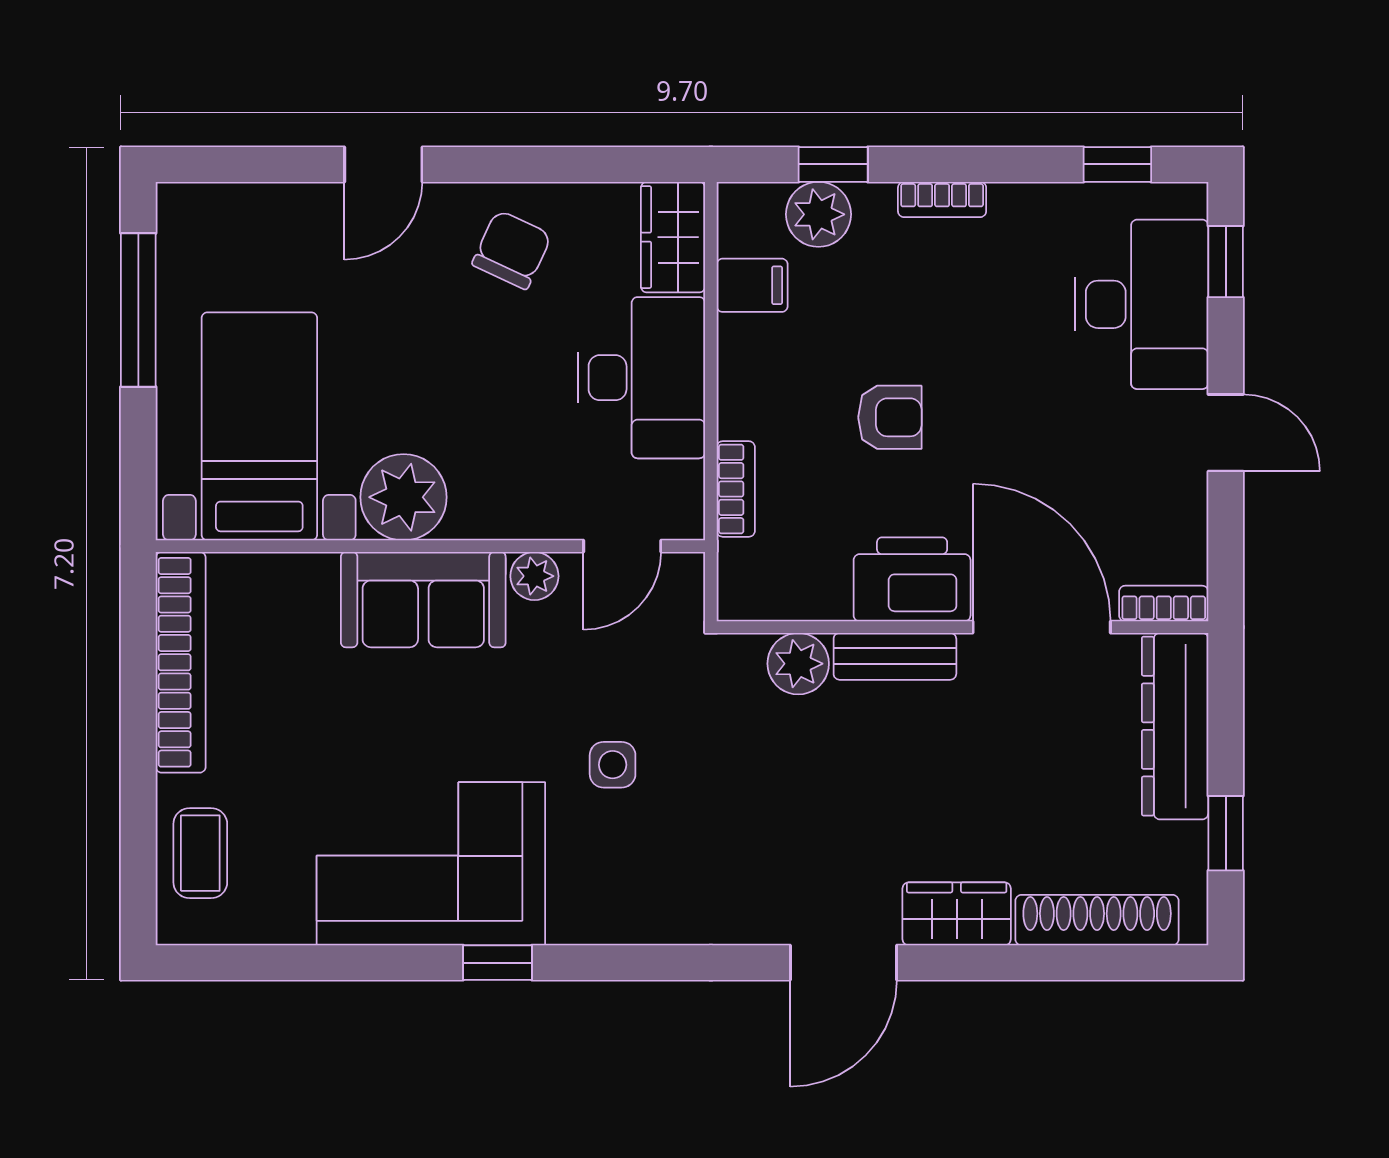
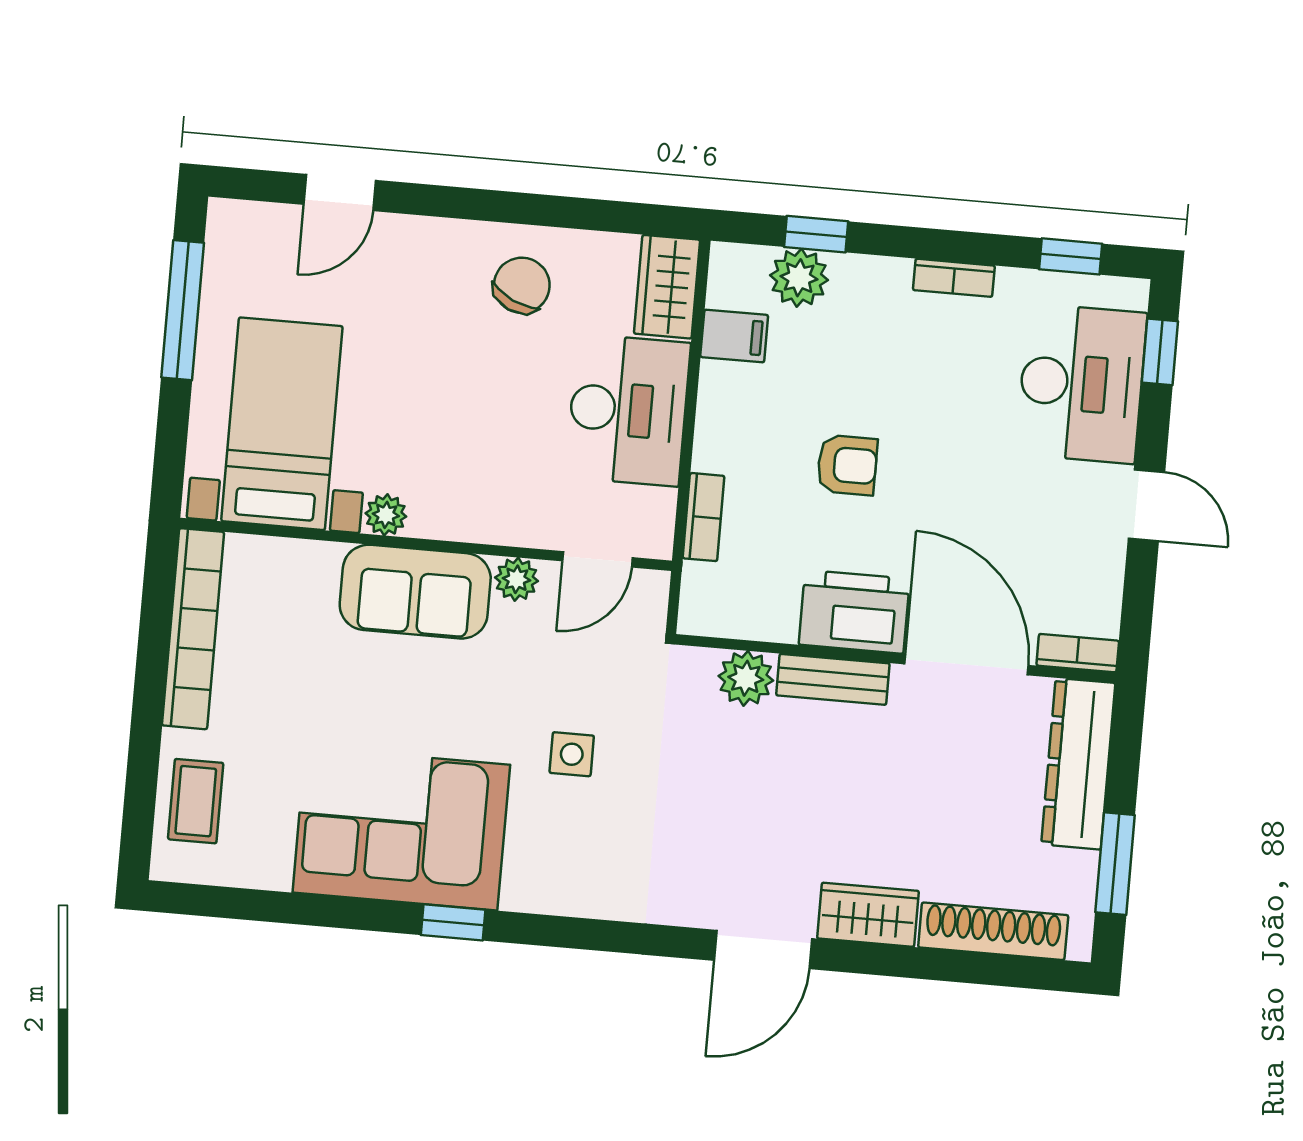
door: (383, 164) -> (340, 192), moved
bookcase: (942, 199) -> (954, 278), moved
plant: (404, 497) -> (386, 515), width x0.53, depth x0.53
window: (1226, 833) -> (1115, 864), width x1.50

